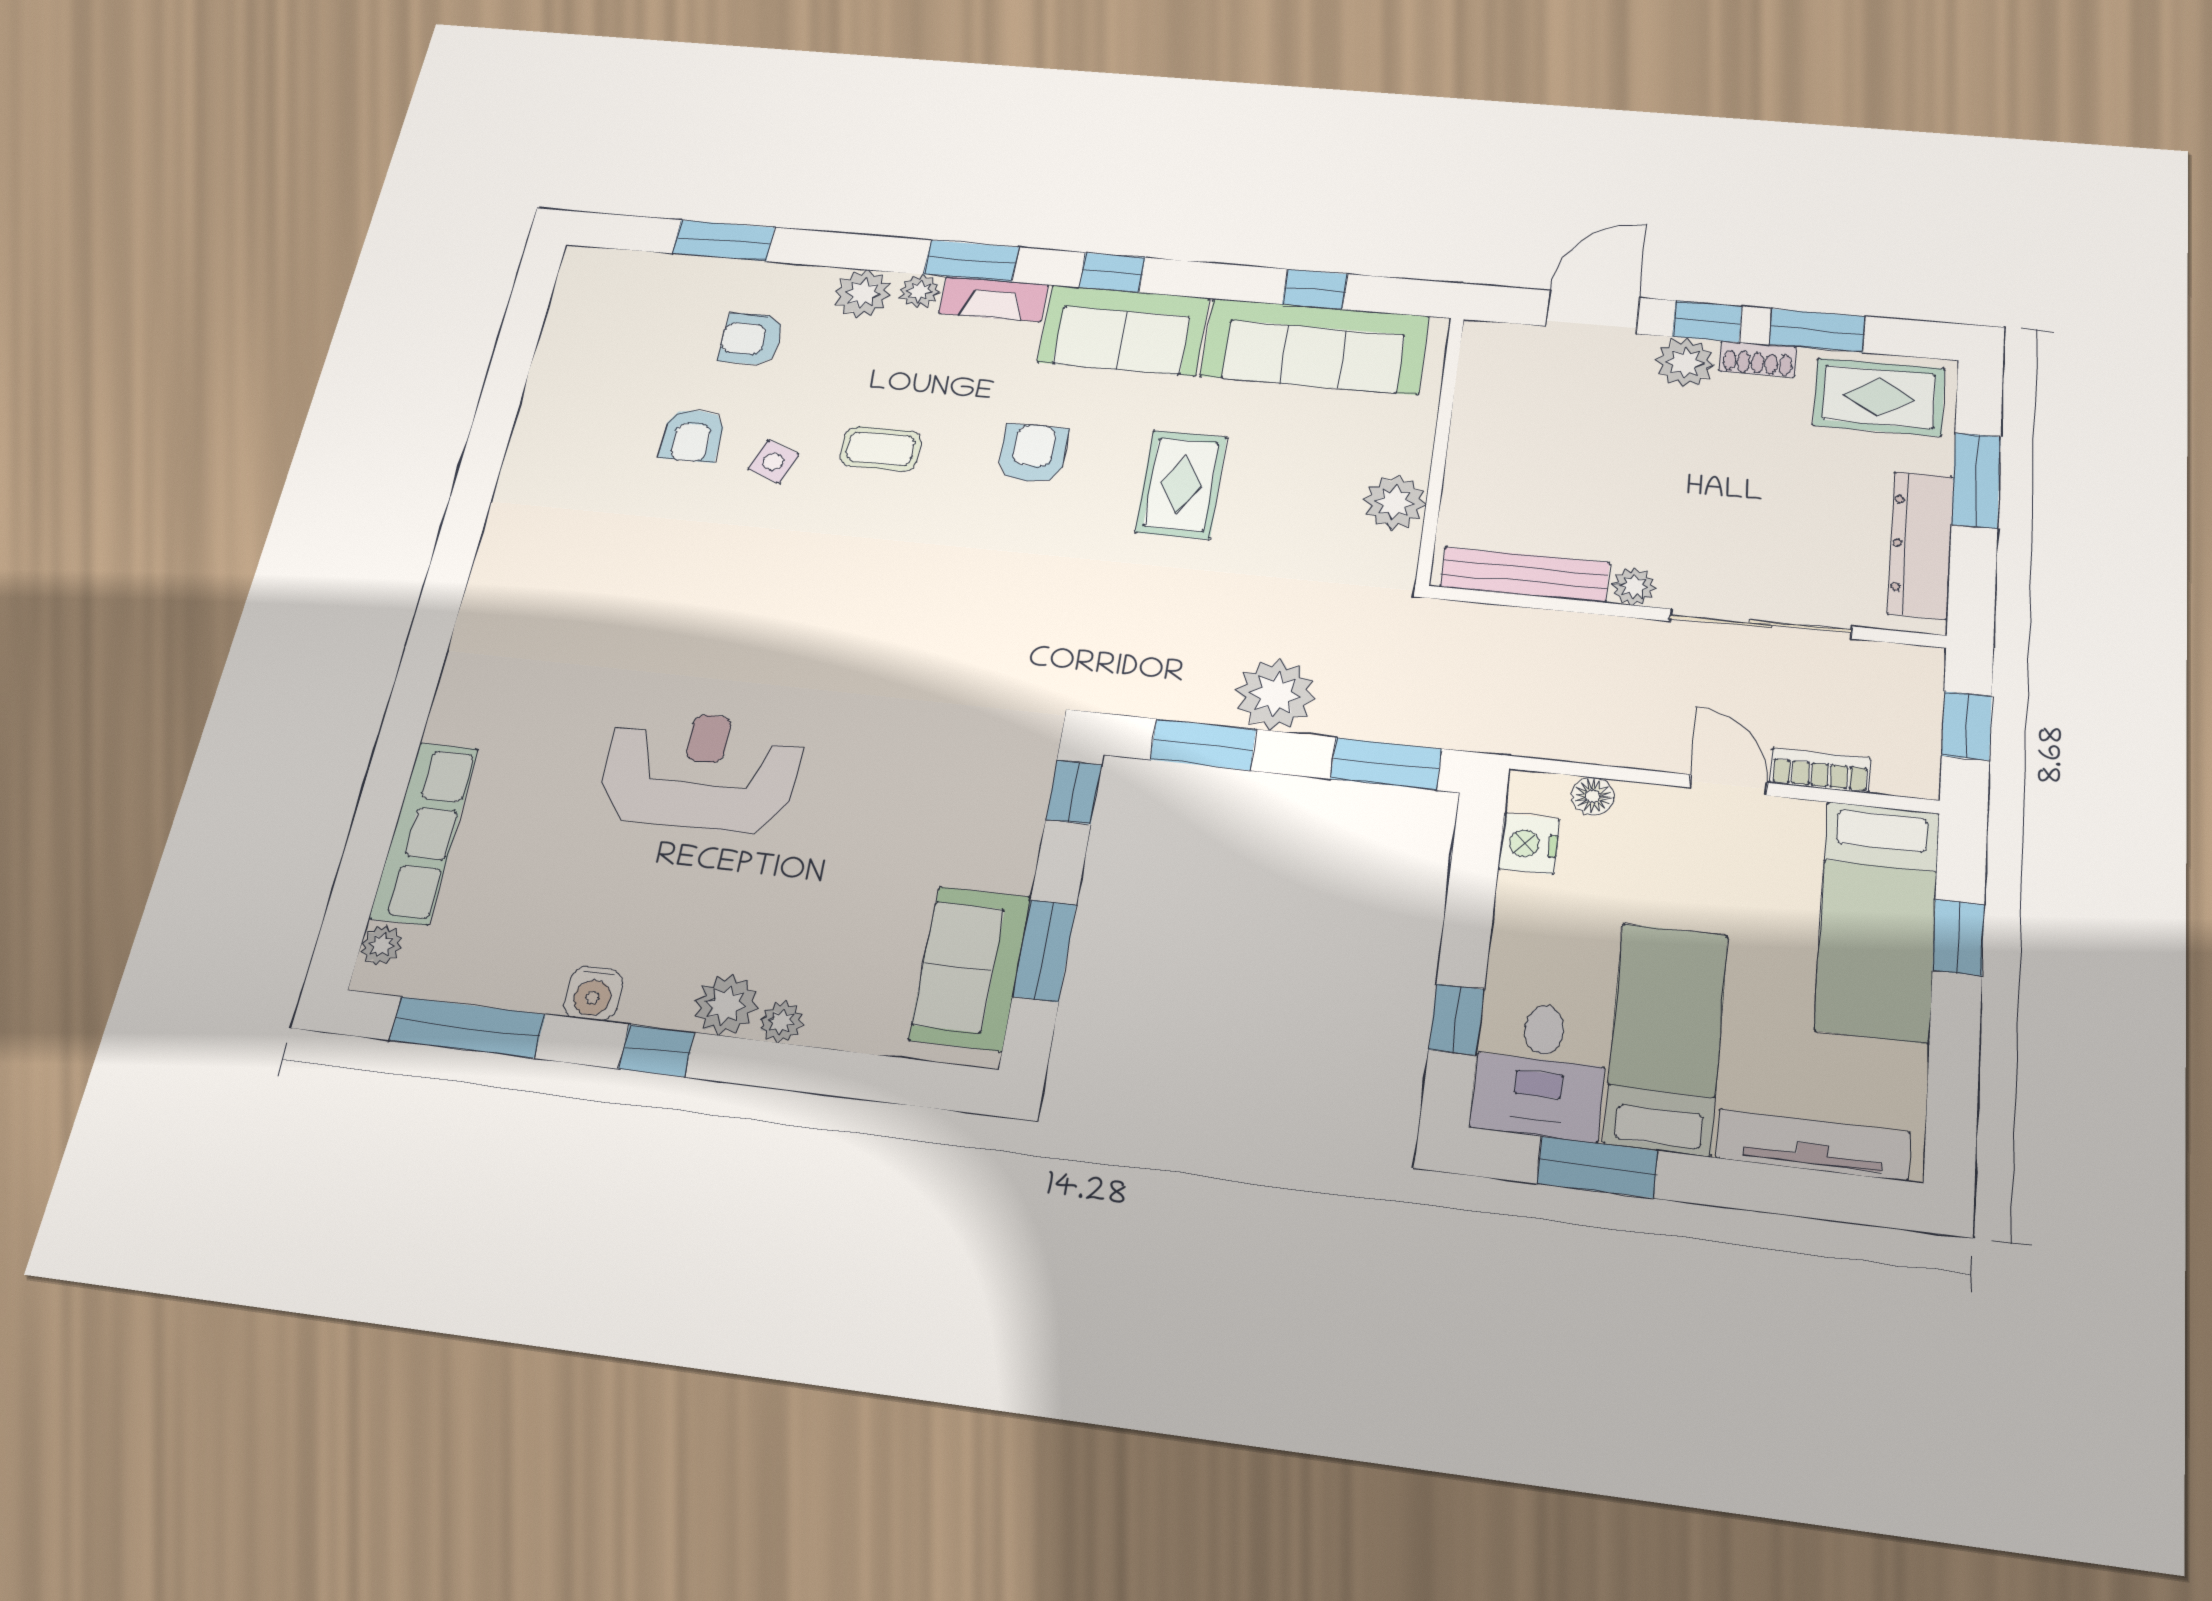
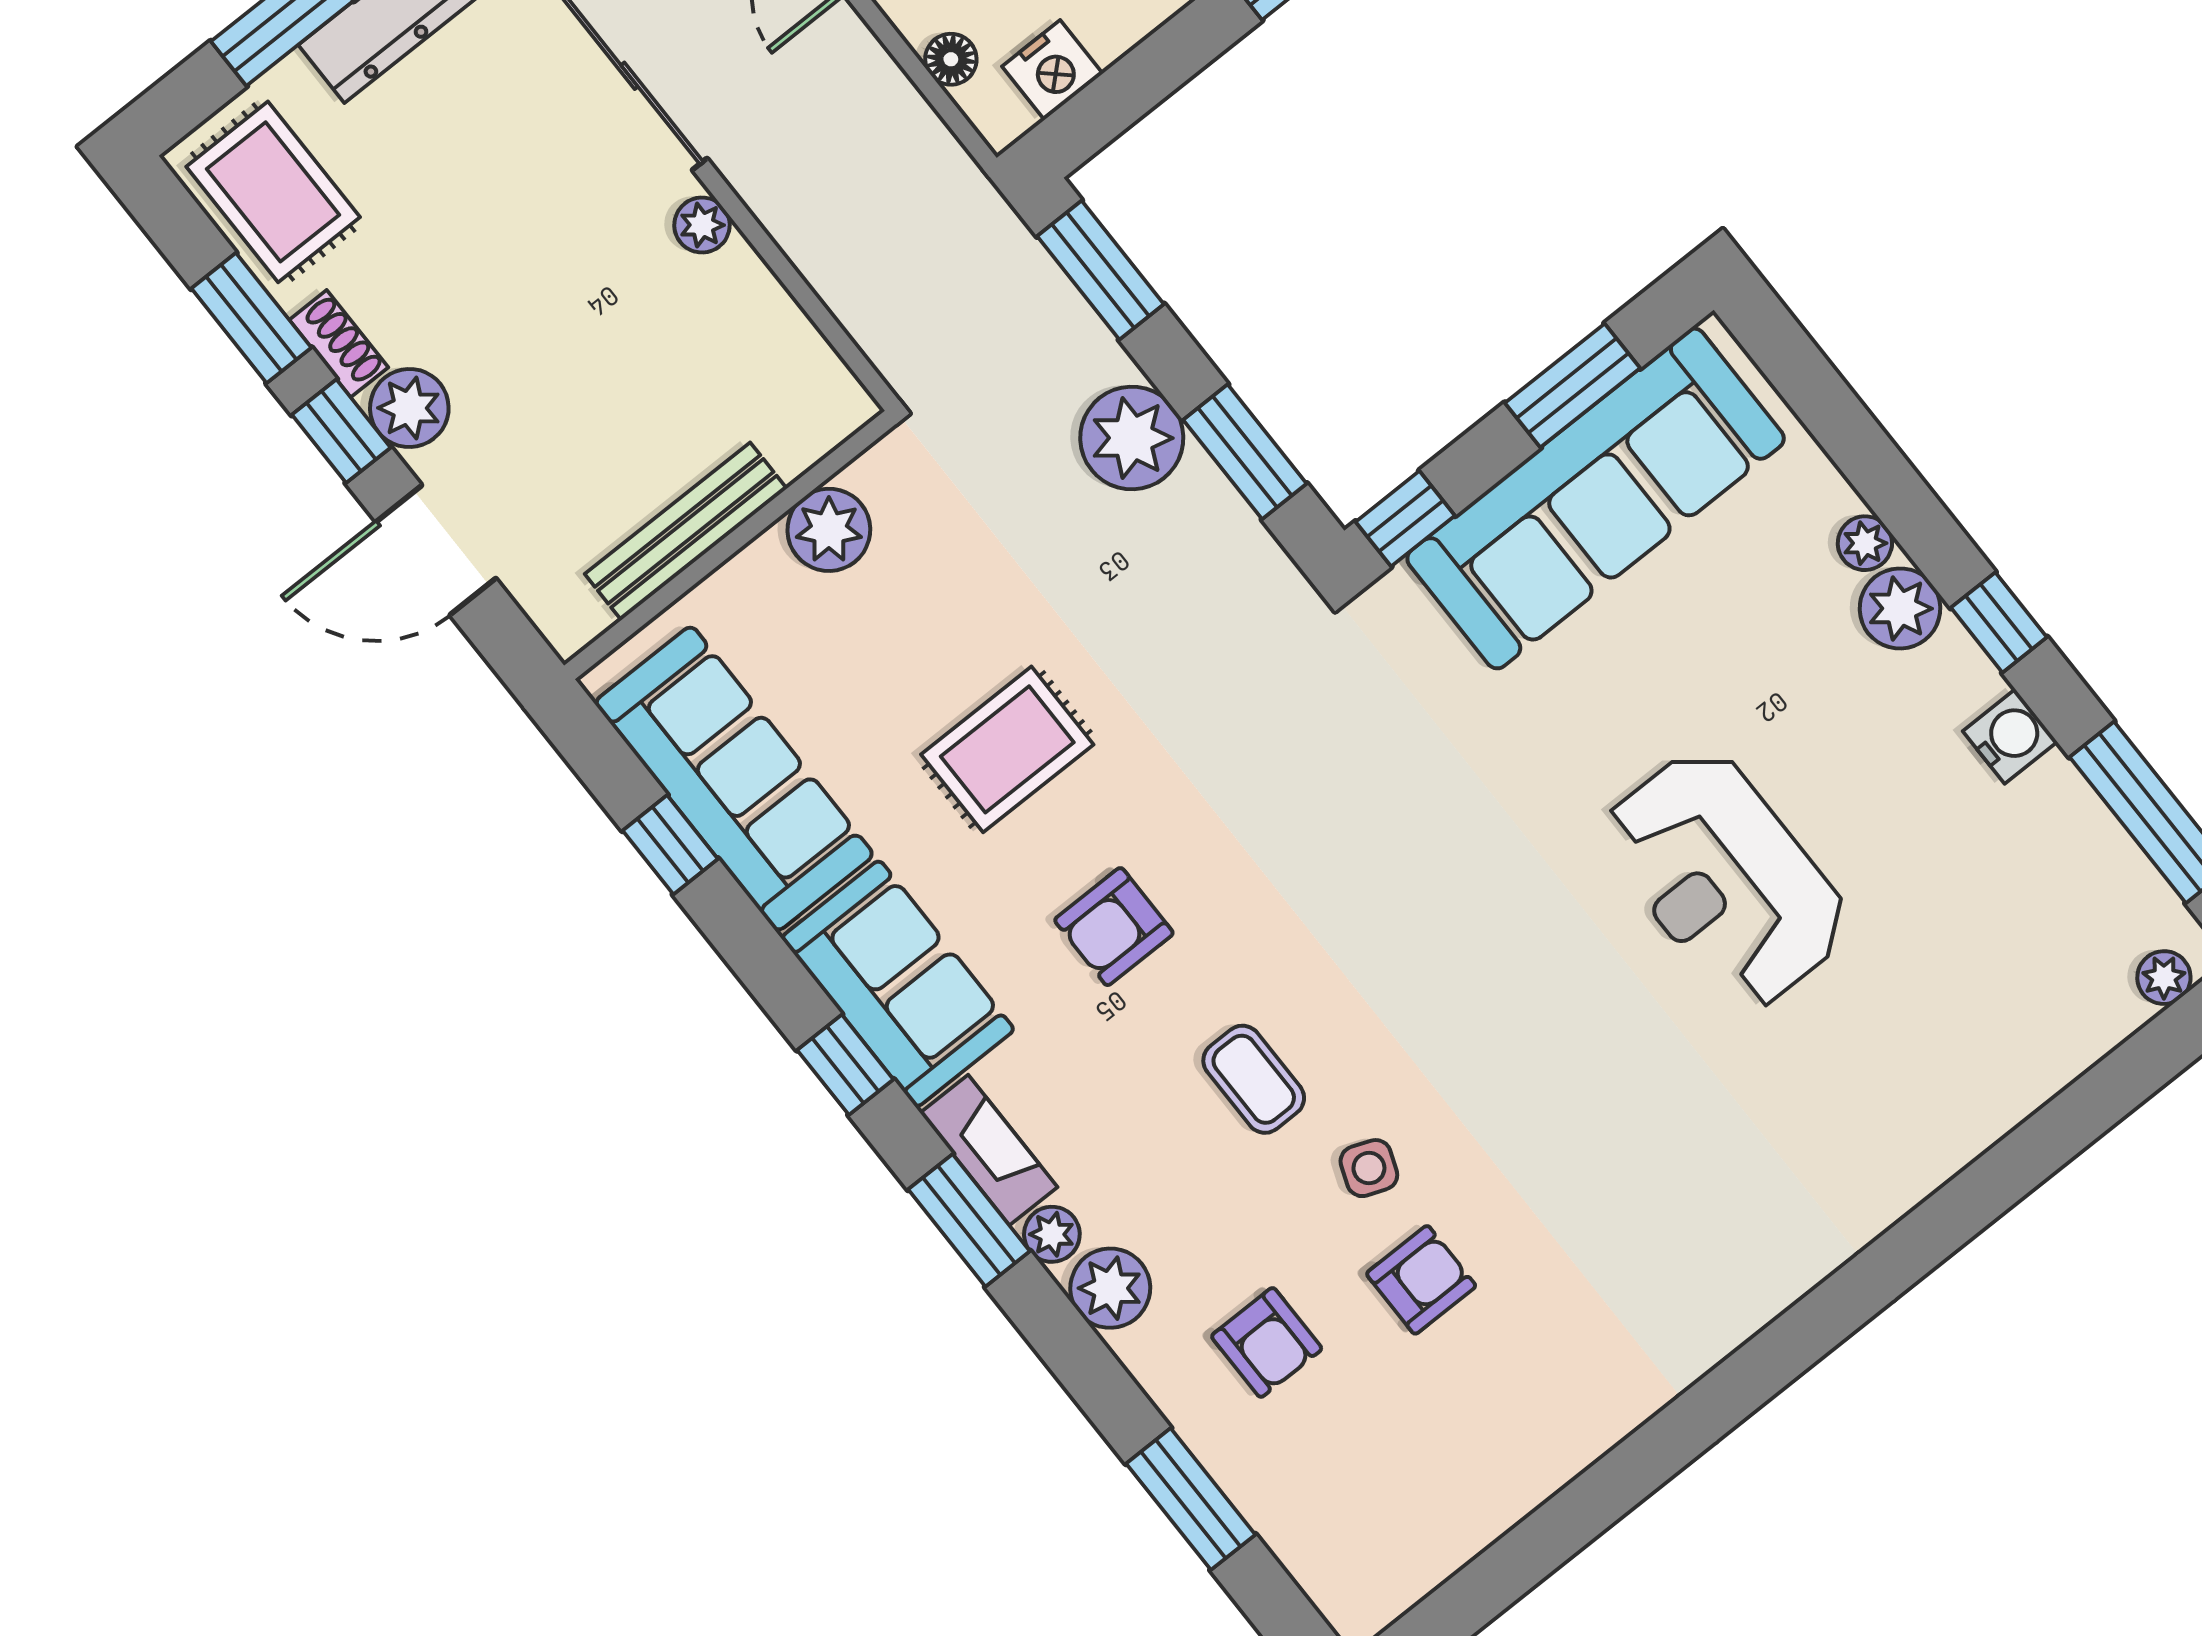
bench: (1525, 575) -> (686, 531), moved, turned 90
row of seats: (424, 833) -> (2034, 1064), removed
sofa: (970, 968) -> (1596, 498), width x1.85, depth x1.27

